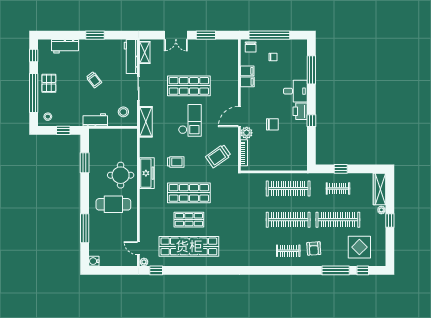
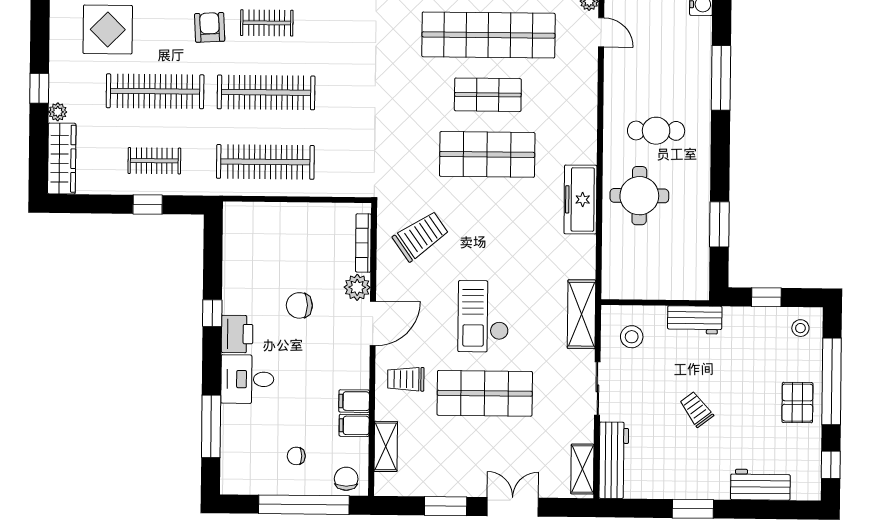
shelving: (233, 62) -> (386, 446), added
trolley: (176, 162) -> (406, 379), moved
cafe table: (113, 204) -> (656, 131), width x0.73, depth x0.74

